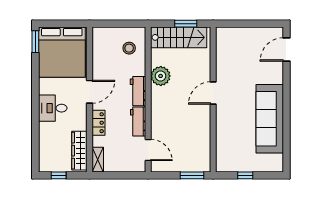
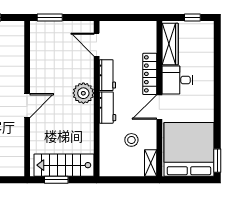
stool: (129, 48) -> (131, 140), moved
plant: (161, 76) -> (83, 93), moved
desk: (53, 108) -> (177, 80), moved, turned 180
locker: (98, 123) -> (150, 74), width x1.53
shelving: (98, 160) -> (151, 163), moved

